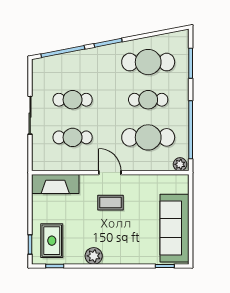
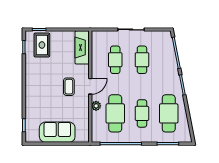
plant: (180, 164) -> (96, 106), moved
sofa: (175, 228) -> (57, 132), width x0.73
rug: (52, 241) -> (42, 45), turned 90
plant: (94, 256) -> (31, 75), removed

